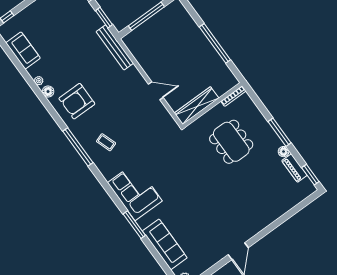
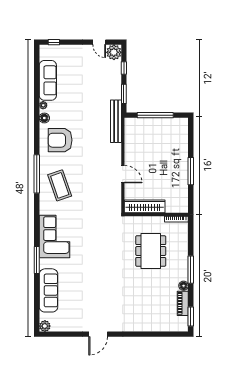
window: (215, 43) -> (191, 171), width x0.68
sofa: (23, 50) -> (48, 80), width x1.36
coffee table: (106, 142) -> (60, 185), width x1.86, depth x1.72

